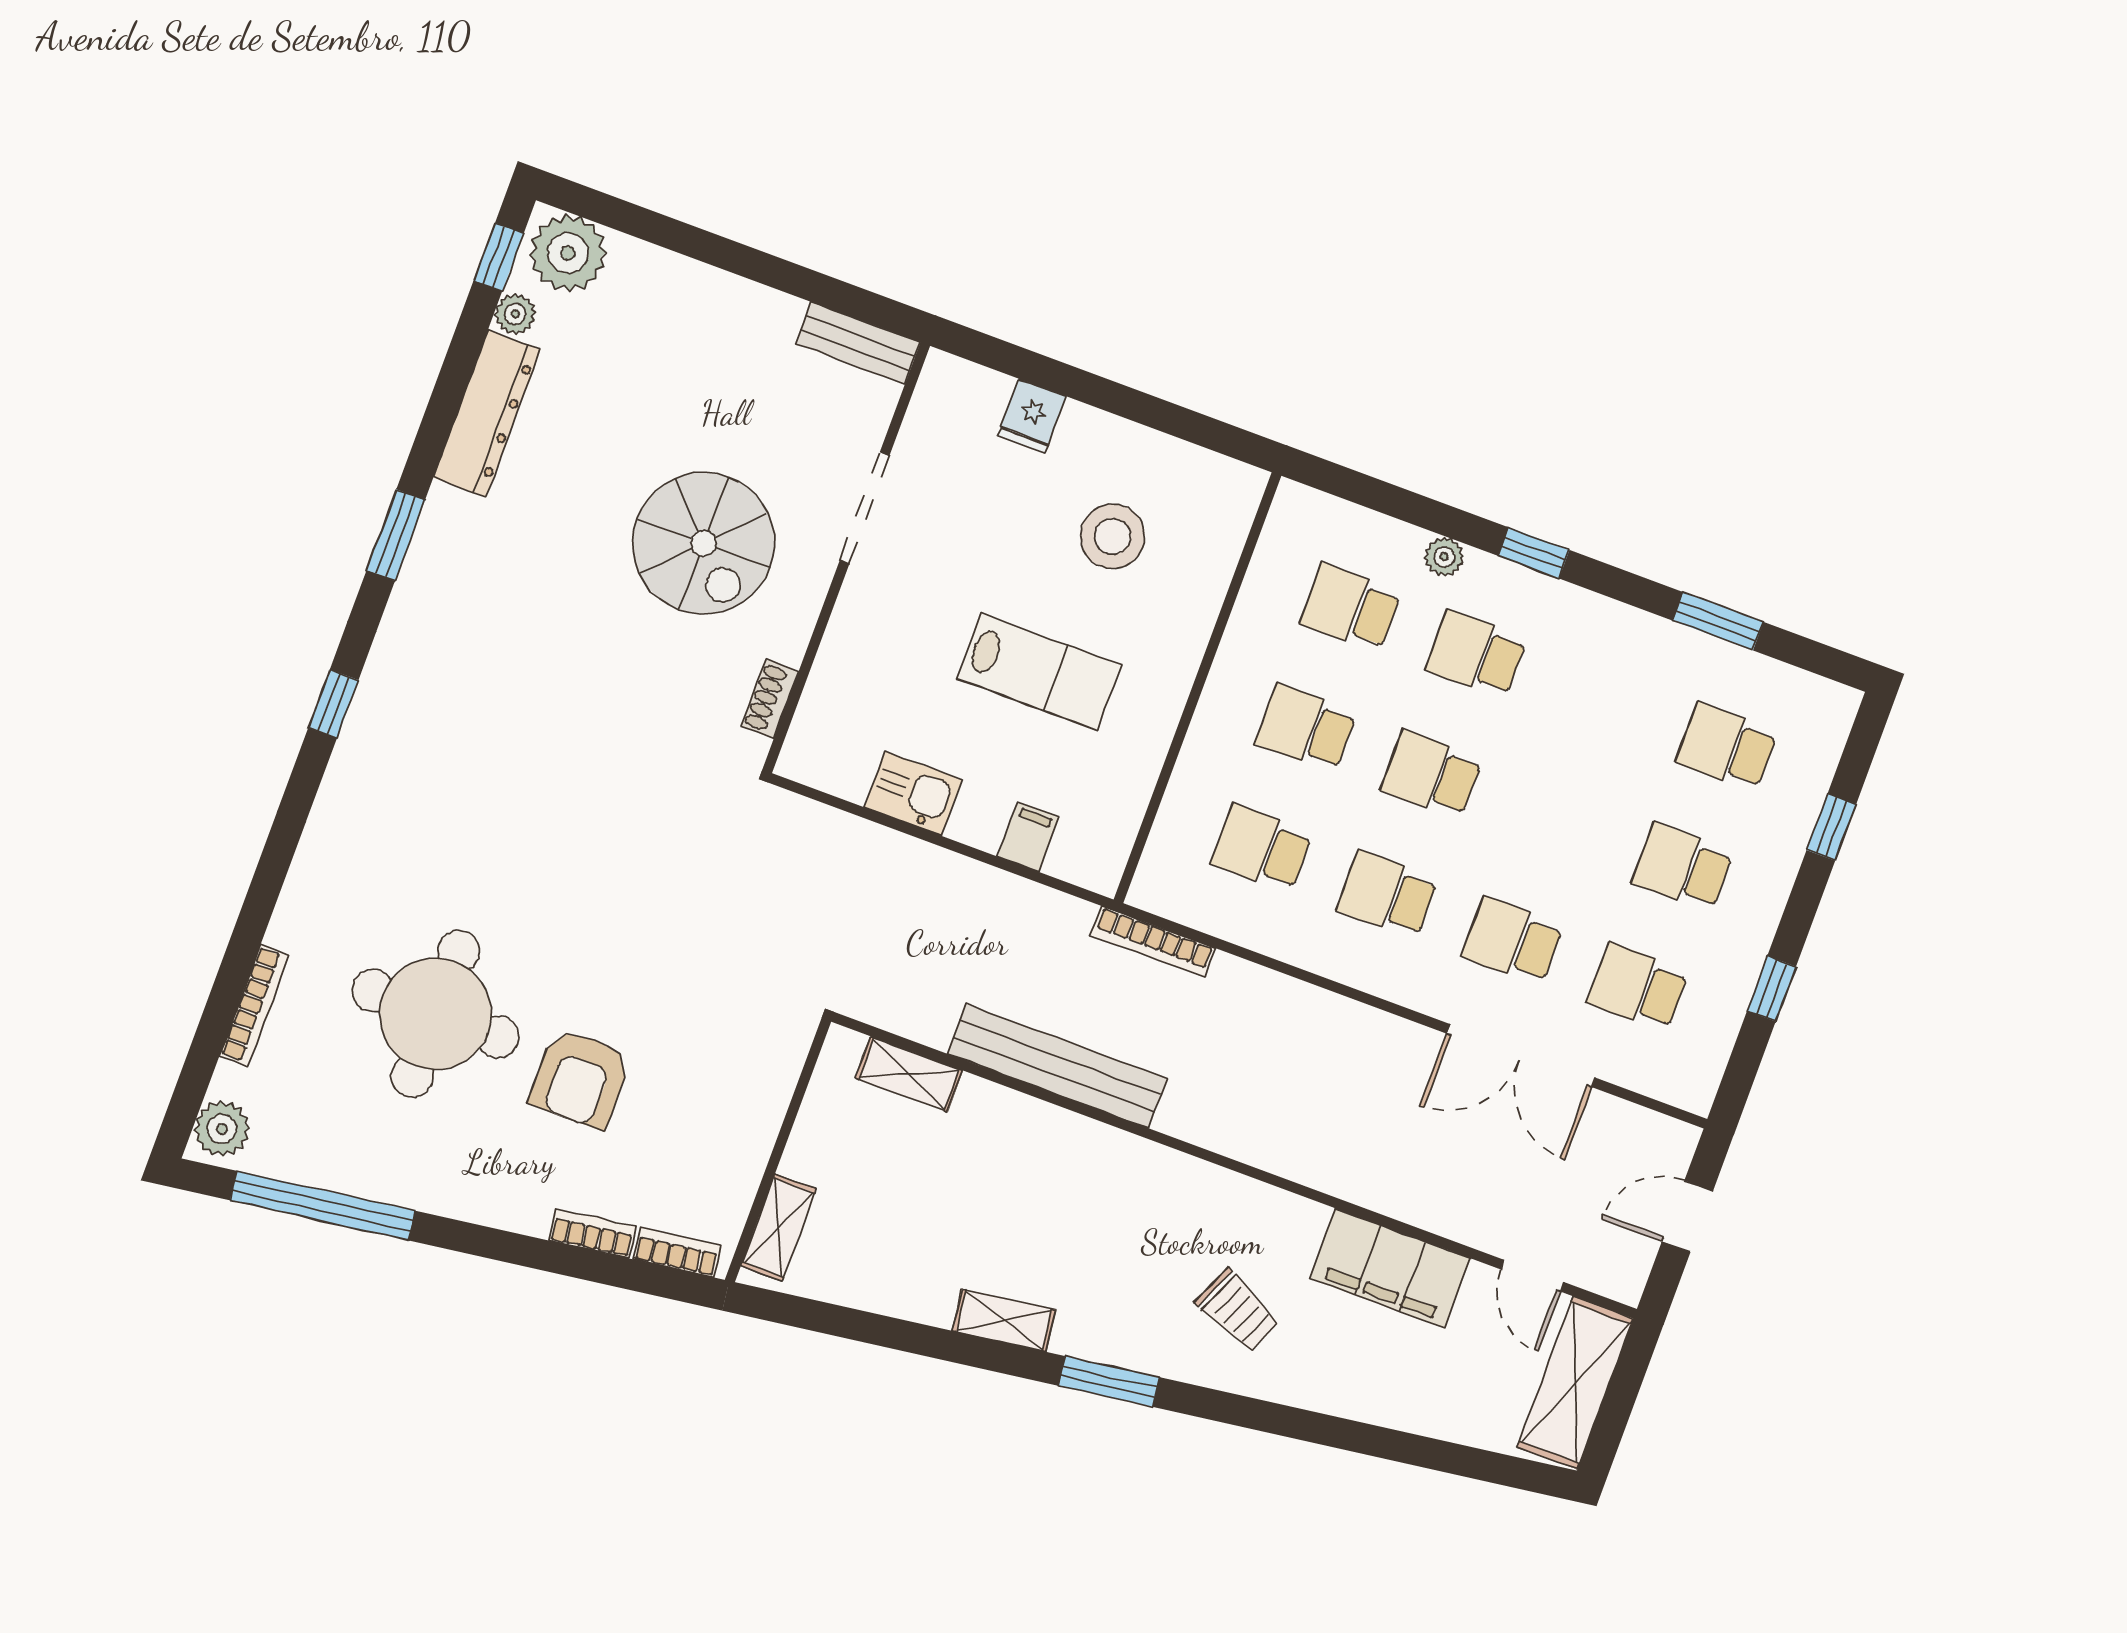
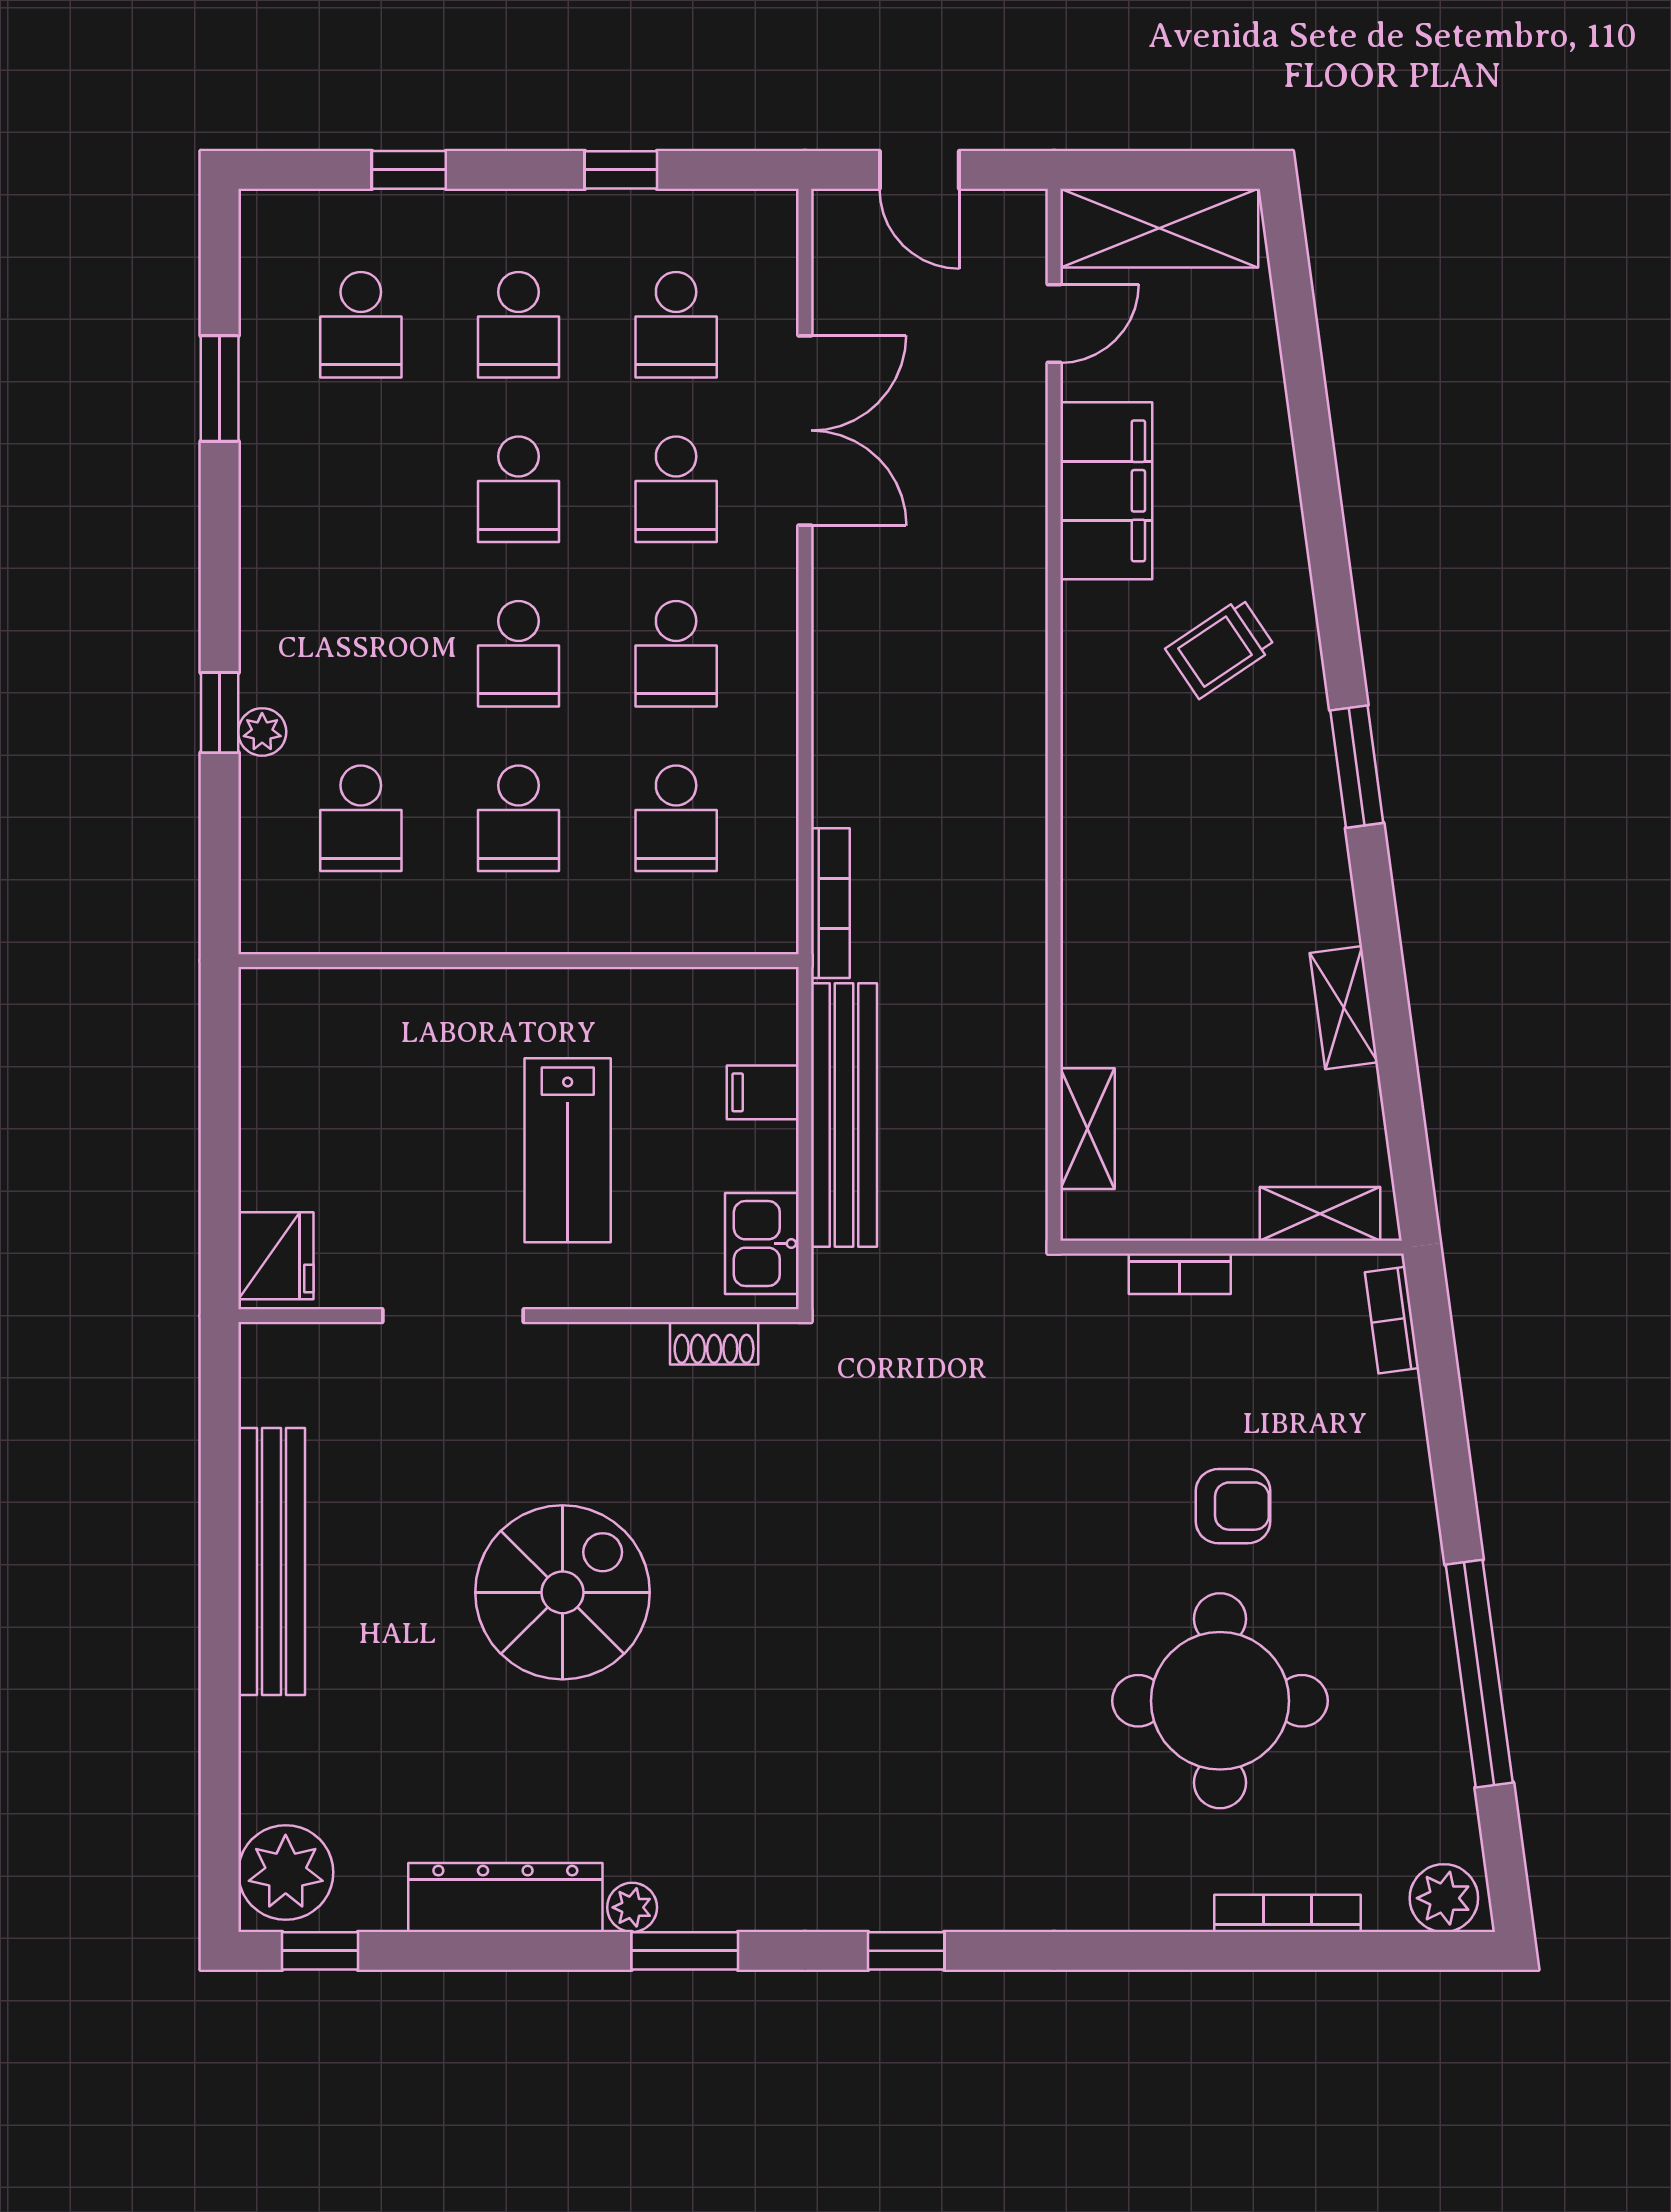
plant: (515, 314) -> (632, 1907), moved
bench: (858, 343) -> (272, 1561), width x1.86, depth x1.21
fridge: (1032, 416) -> (276, 1256), width x1.38
doorway: (865, 508) -> (453, 1316), moved
stool: (1113, 536) -> (380, 1123), removed
window: (1534, 553) -> (220, 713), moved
wall: (846, 558) -> (518, 1316), moved
school desk: (1476, 654) -> (518, 489), moved
lab bench: (1039, 672) -> (568, 1150), turned 180
shoe rack: (770, 699) -> (714, 1343), moved
bench: (1057, 1066) -> (844, 1115), moved
armchair: (580, 1079) -> (1233, 1506), width x0.72, depth x0.72
window: (323, 1206) -> (1479, 1674), moved
bookcase: (592, 1233) -> (1180, 1274), moved, turned -82
trolley: (1238, 1311) -> (1220, 648), turned -148
shelving: (1004, 1320) -> (1344, 1008), moved

